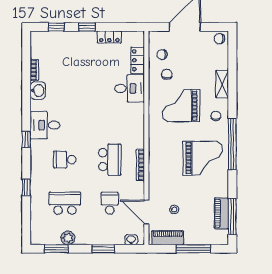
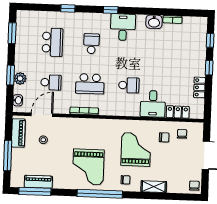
school desk: (110, 116) -> (129, 85), added
plant: (68, 238) -> (20, 78), moved

